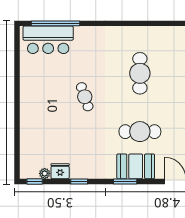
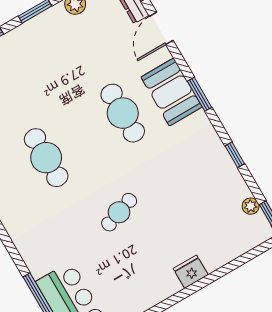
cafe table: (140, 73) -> (46, 158), turned 90
fridge: (60, 171) -> (191, 272), moved, turned 90

